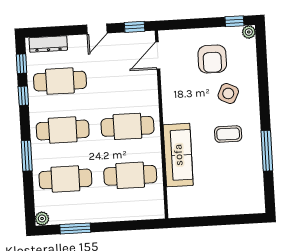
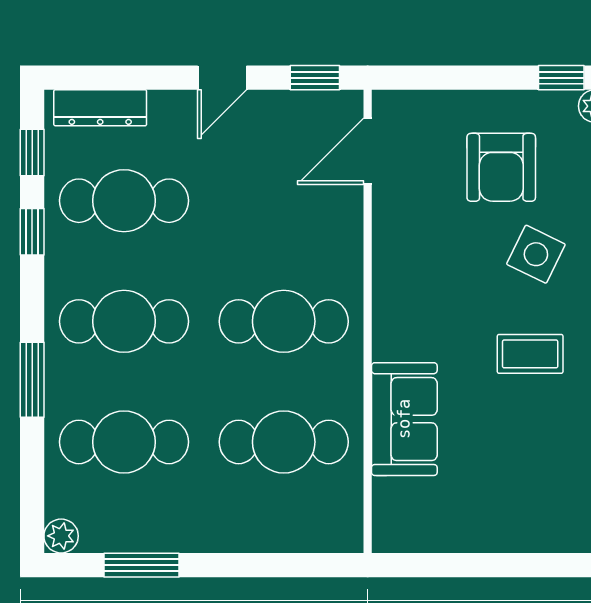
sofa: (178, 155) -> (404, 419), width x0.73

